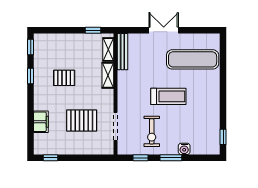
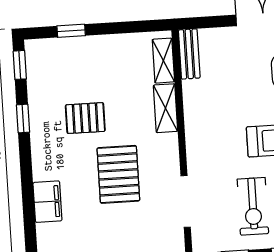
window: (93, 30) -> (71, 31), moved
bench: (122, 52) -> (189, 54), width x0.73
pallet: (82, 121) -> (118, 174), moved, turned 90

